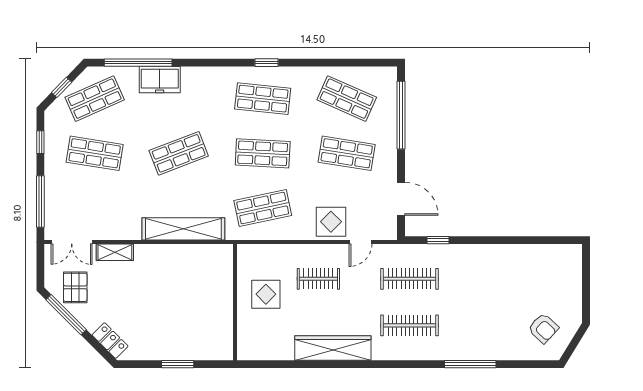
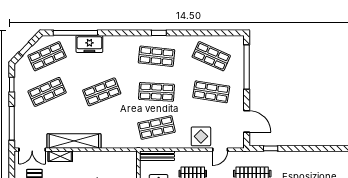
shop shelf: (95, 153) -> (47, 92), turned -33
shelving: (183, 229) -> (74, 141), moved
bench: (264, 251) -> (157, 156), added

